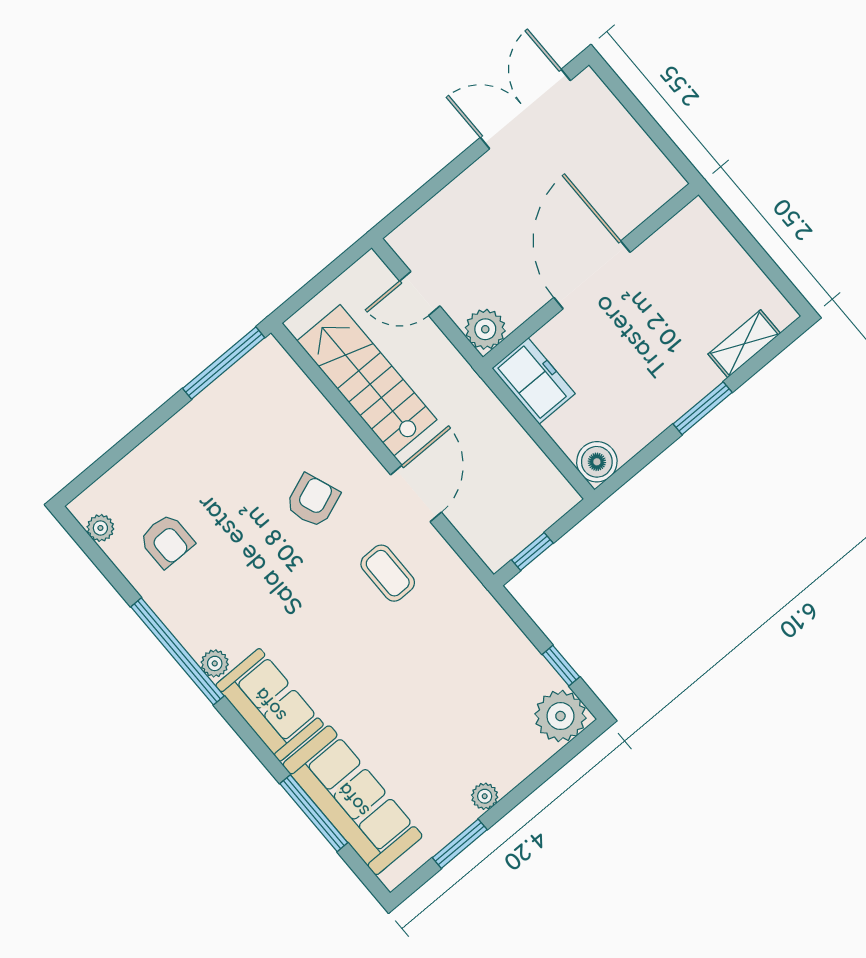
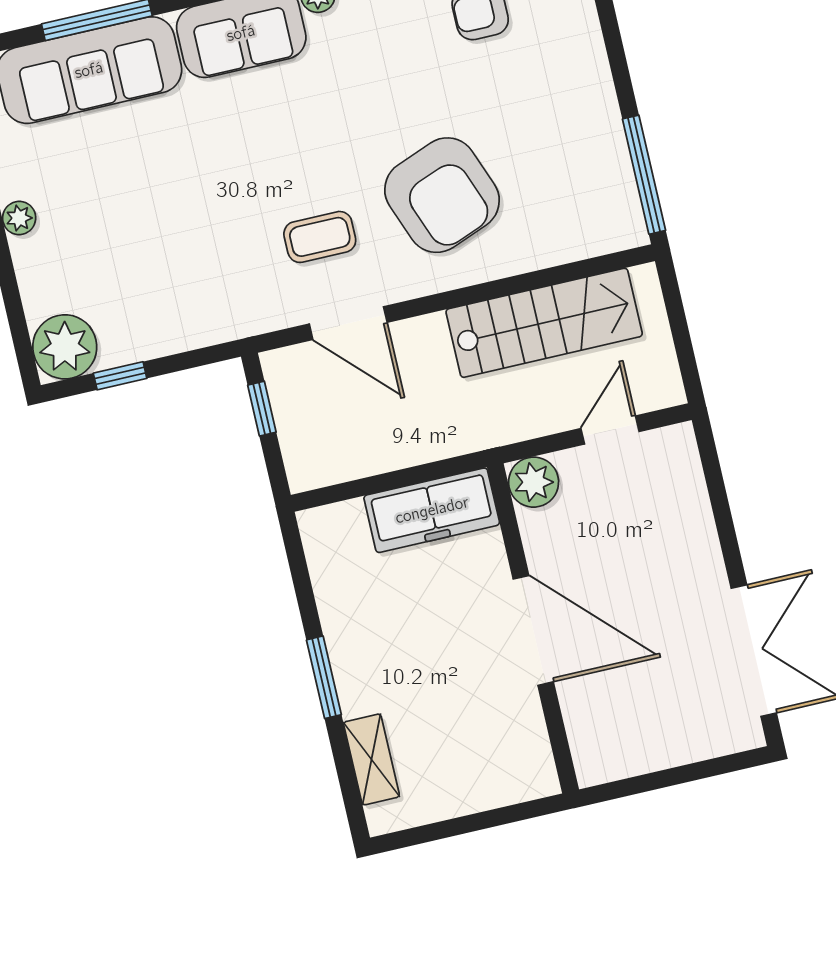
freezer: (534, 381) -> (432, 510), width x1.40
boiler: (597, 462) -> (325, 530), removed
door: (416, 494) -> (348, 323), moved
armchair: (313, 501) -> (442, 195), width x1.88, depth x1.88

